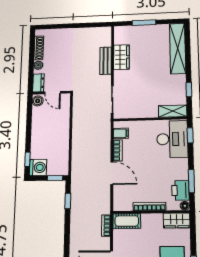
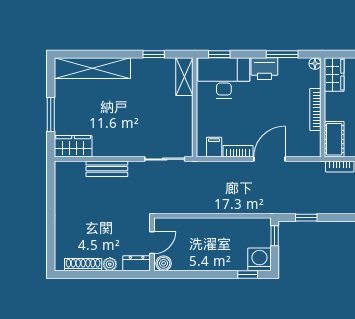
wardrobe: (121, 57) -> (73, 146), moved
printer: (180, 190) -> (264, 69), moved

